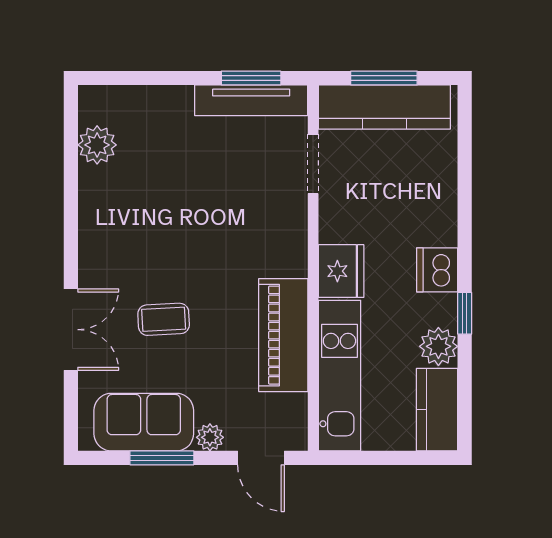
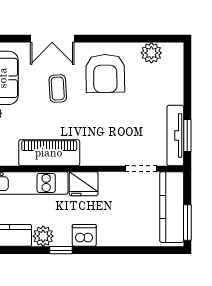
window: (384, 78) -> (187, 222), moved
armchair: (135, 231) -> (105, 73), added

